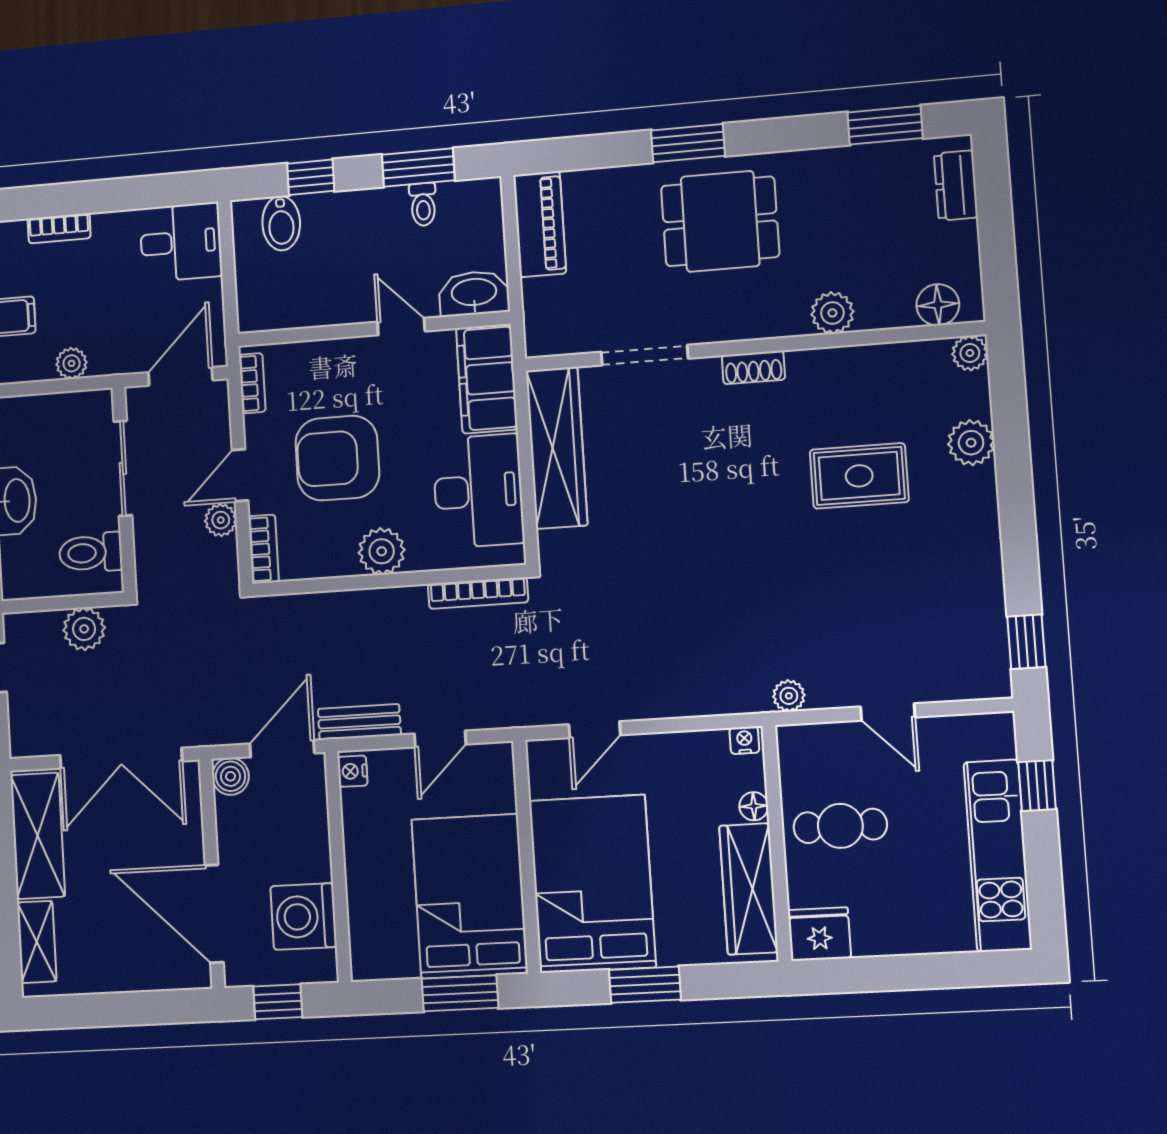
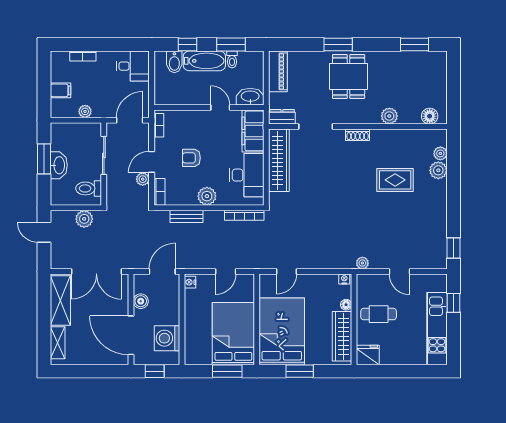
dresser: (956, 185) -> (282, 117), moved, turned 90
bathtub: (355, 214) -> (204, 61), added
dining table: (720, 221) -> (349, 76), turned 90
plant: (970, 353) -> (440, 153), moved
armchair: (337, 458) -> (191, 158), width x0.53, depth x0.53
bench: (359, 722) -> (186, 216), moved
boiler: (230, 776) -> (141, 301), moved

